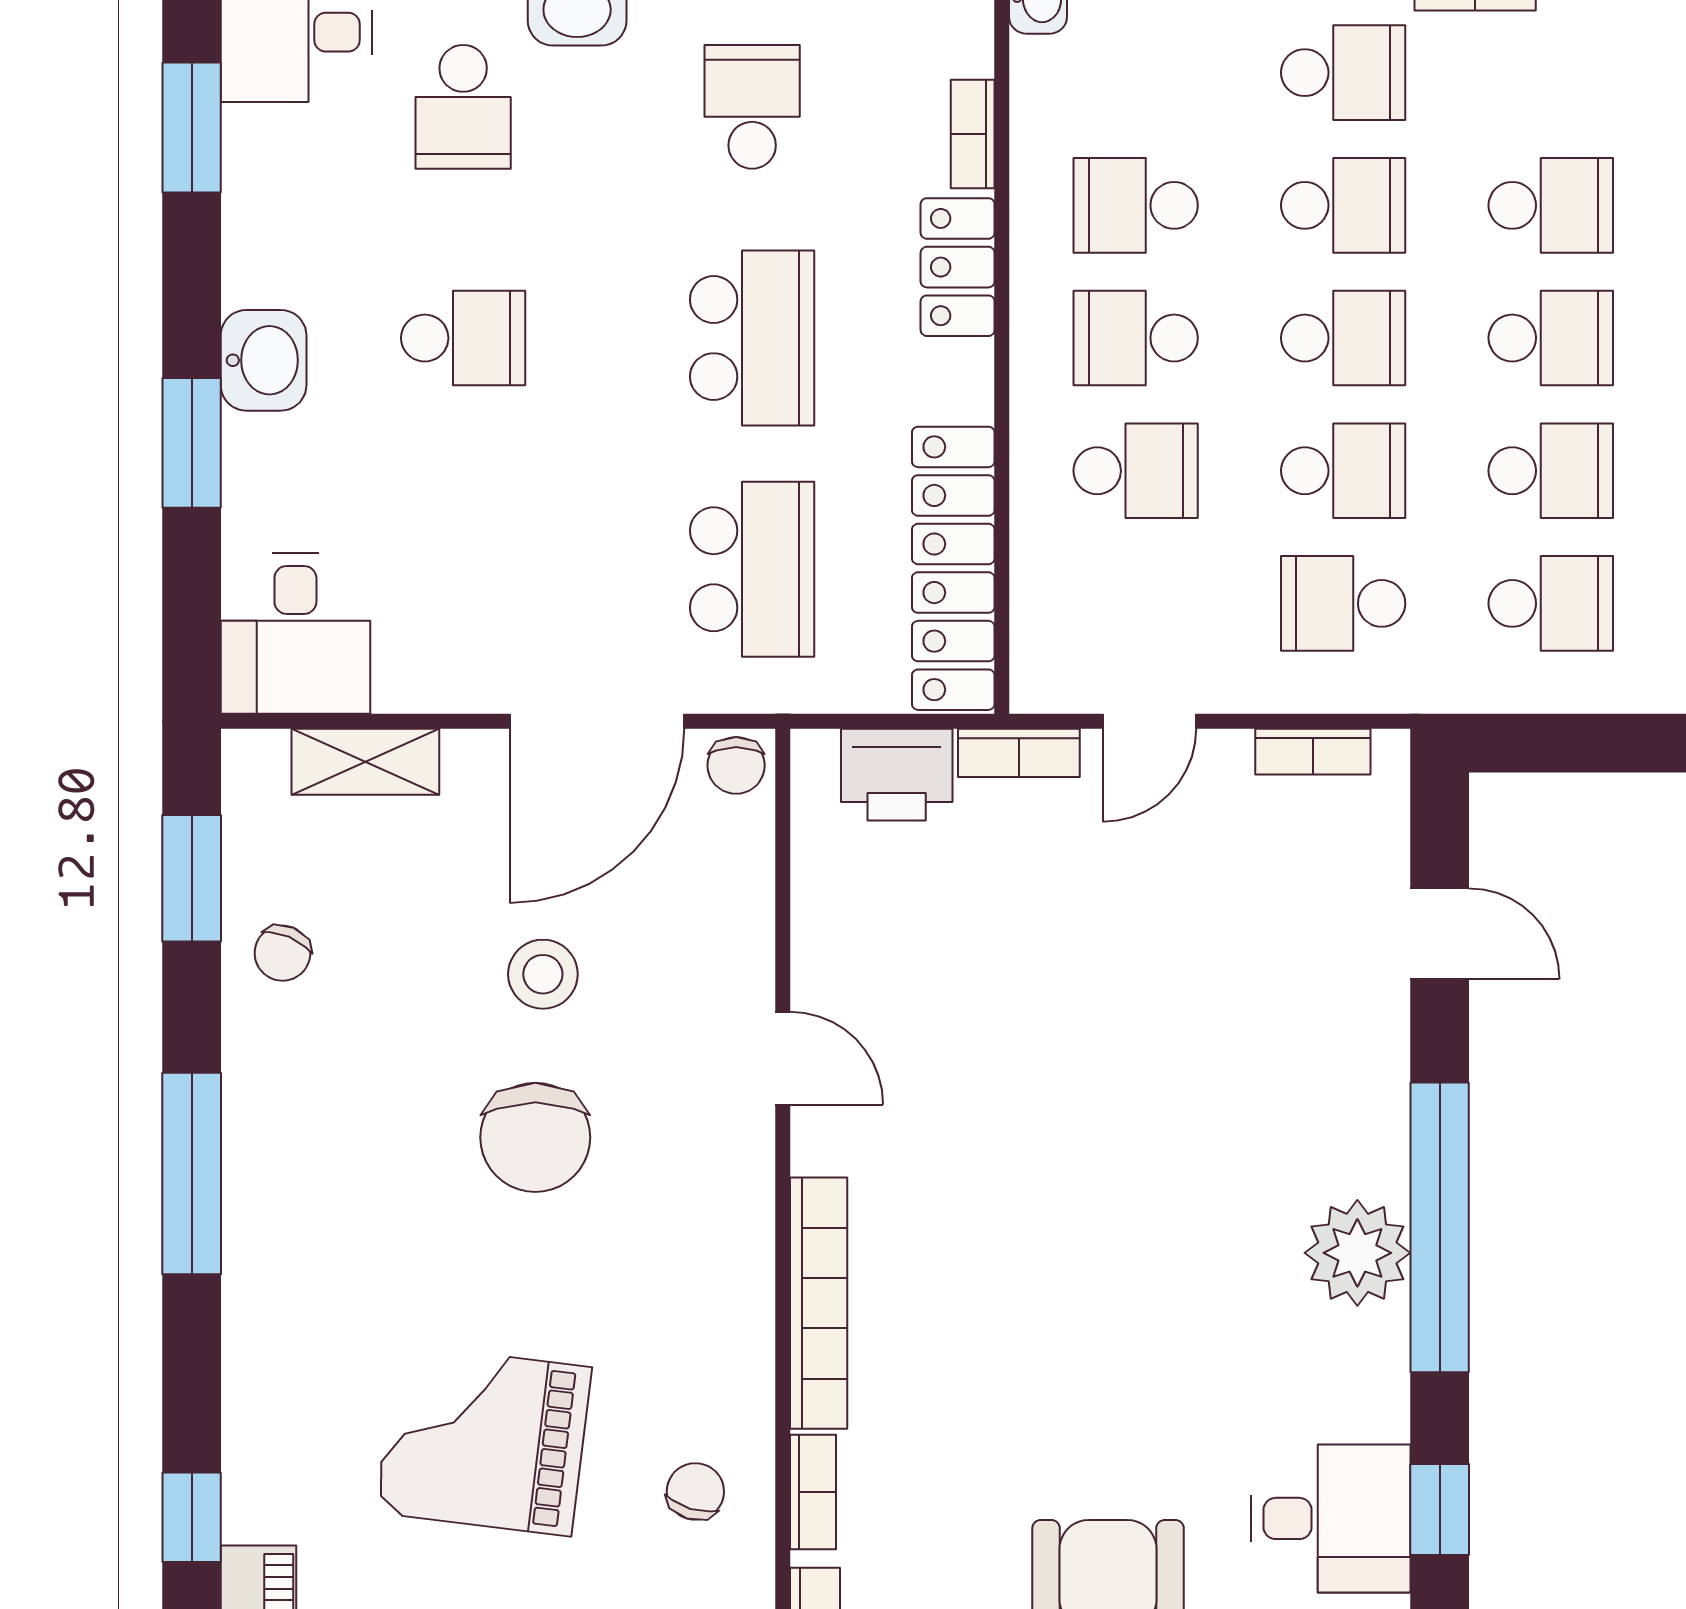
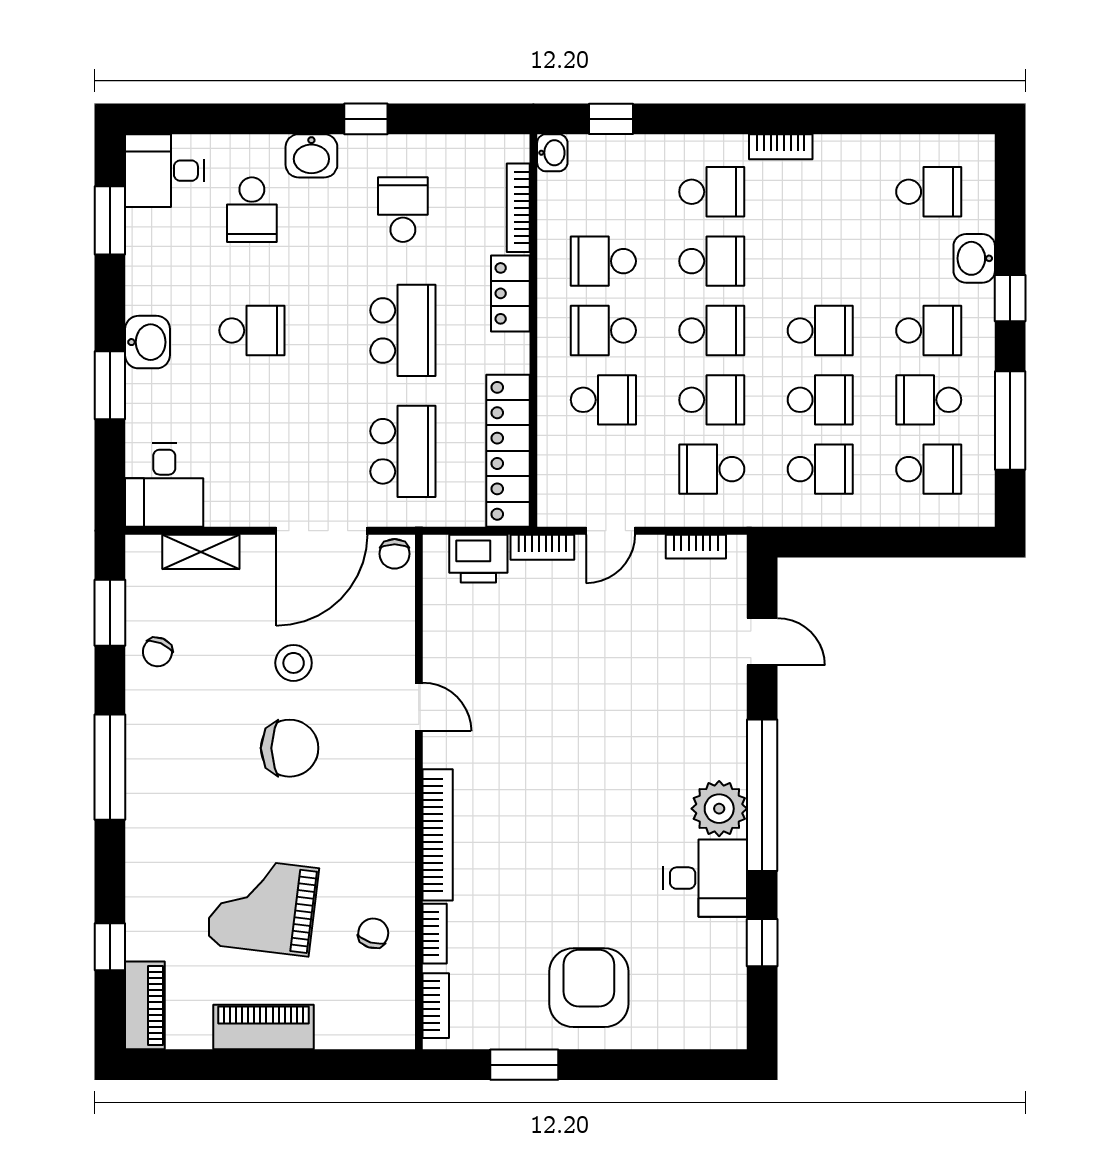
bookcase: (973, 134) -> (518, 208), width x1.56
school desk: (1551, 205) -> (820, 261), removed
chair: (535, 1137) -> (290, 748), turned -90
desk: (1331, 1518) -> (705, 878), moved

